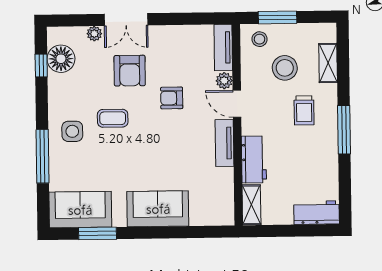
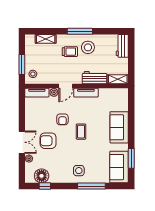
stool: (285, 68) -> (88, 47), moved
armchair: (130, 71) -> (48, 141), turned 180
coffee table: (113, 118) -> (81, 132), moved

